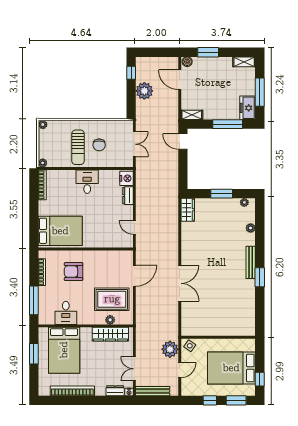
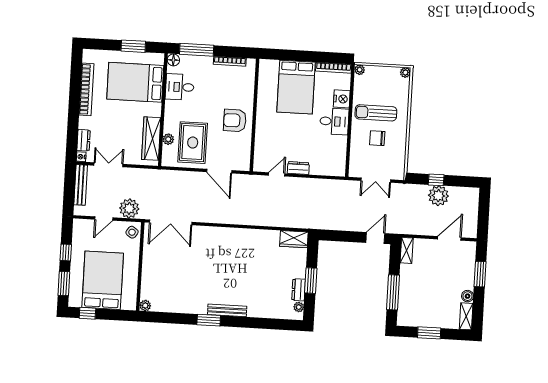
boiler: (187, 62) -> (467, 296), moved
window: (131, 73) -> (436, 180), moved
window: (260, 92) -> (429, 333), width x0.69
freezer: (248, 108) -> (411, 317), removed
nightstand: (126, 178) -> (342, 99), moved, turned -90
dresser: (128, 196) -> (298, 168), moved
dresser: (230, 203) -> (299, 290), added
plant: (251, 228) -> (145, 306), moved
bed: (60, 231) -> (296, 87), moved
armchair: (74, 272) -> (235, 120), moved, turned -90
double door: (180, 283) -> (171, 222), moved
floor lamp: (43, 319) -> (173, 60), added
door: (180, 370) -> (104, 218), hinge flipped

